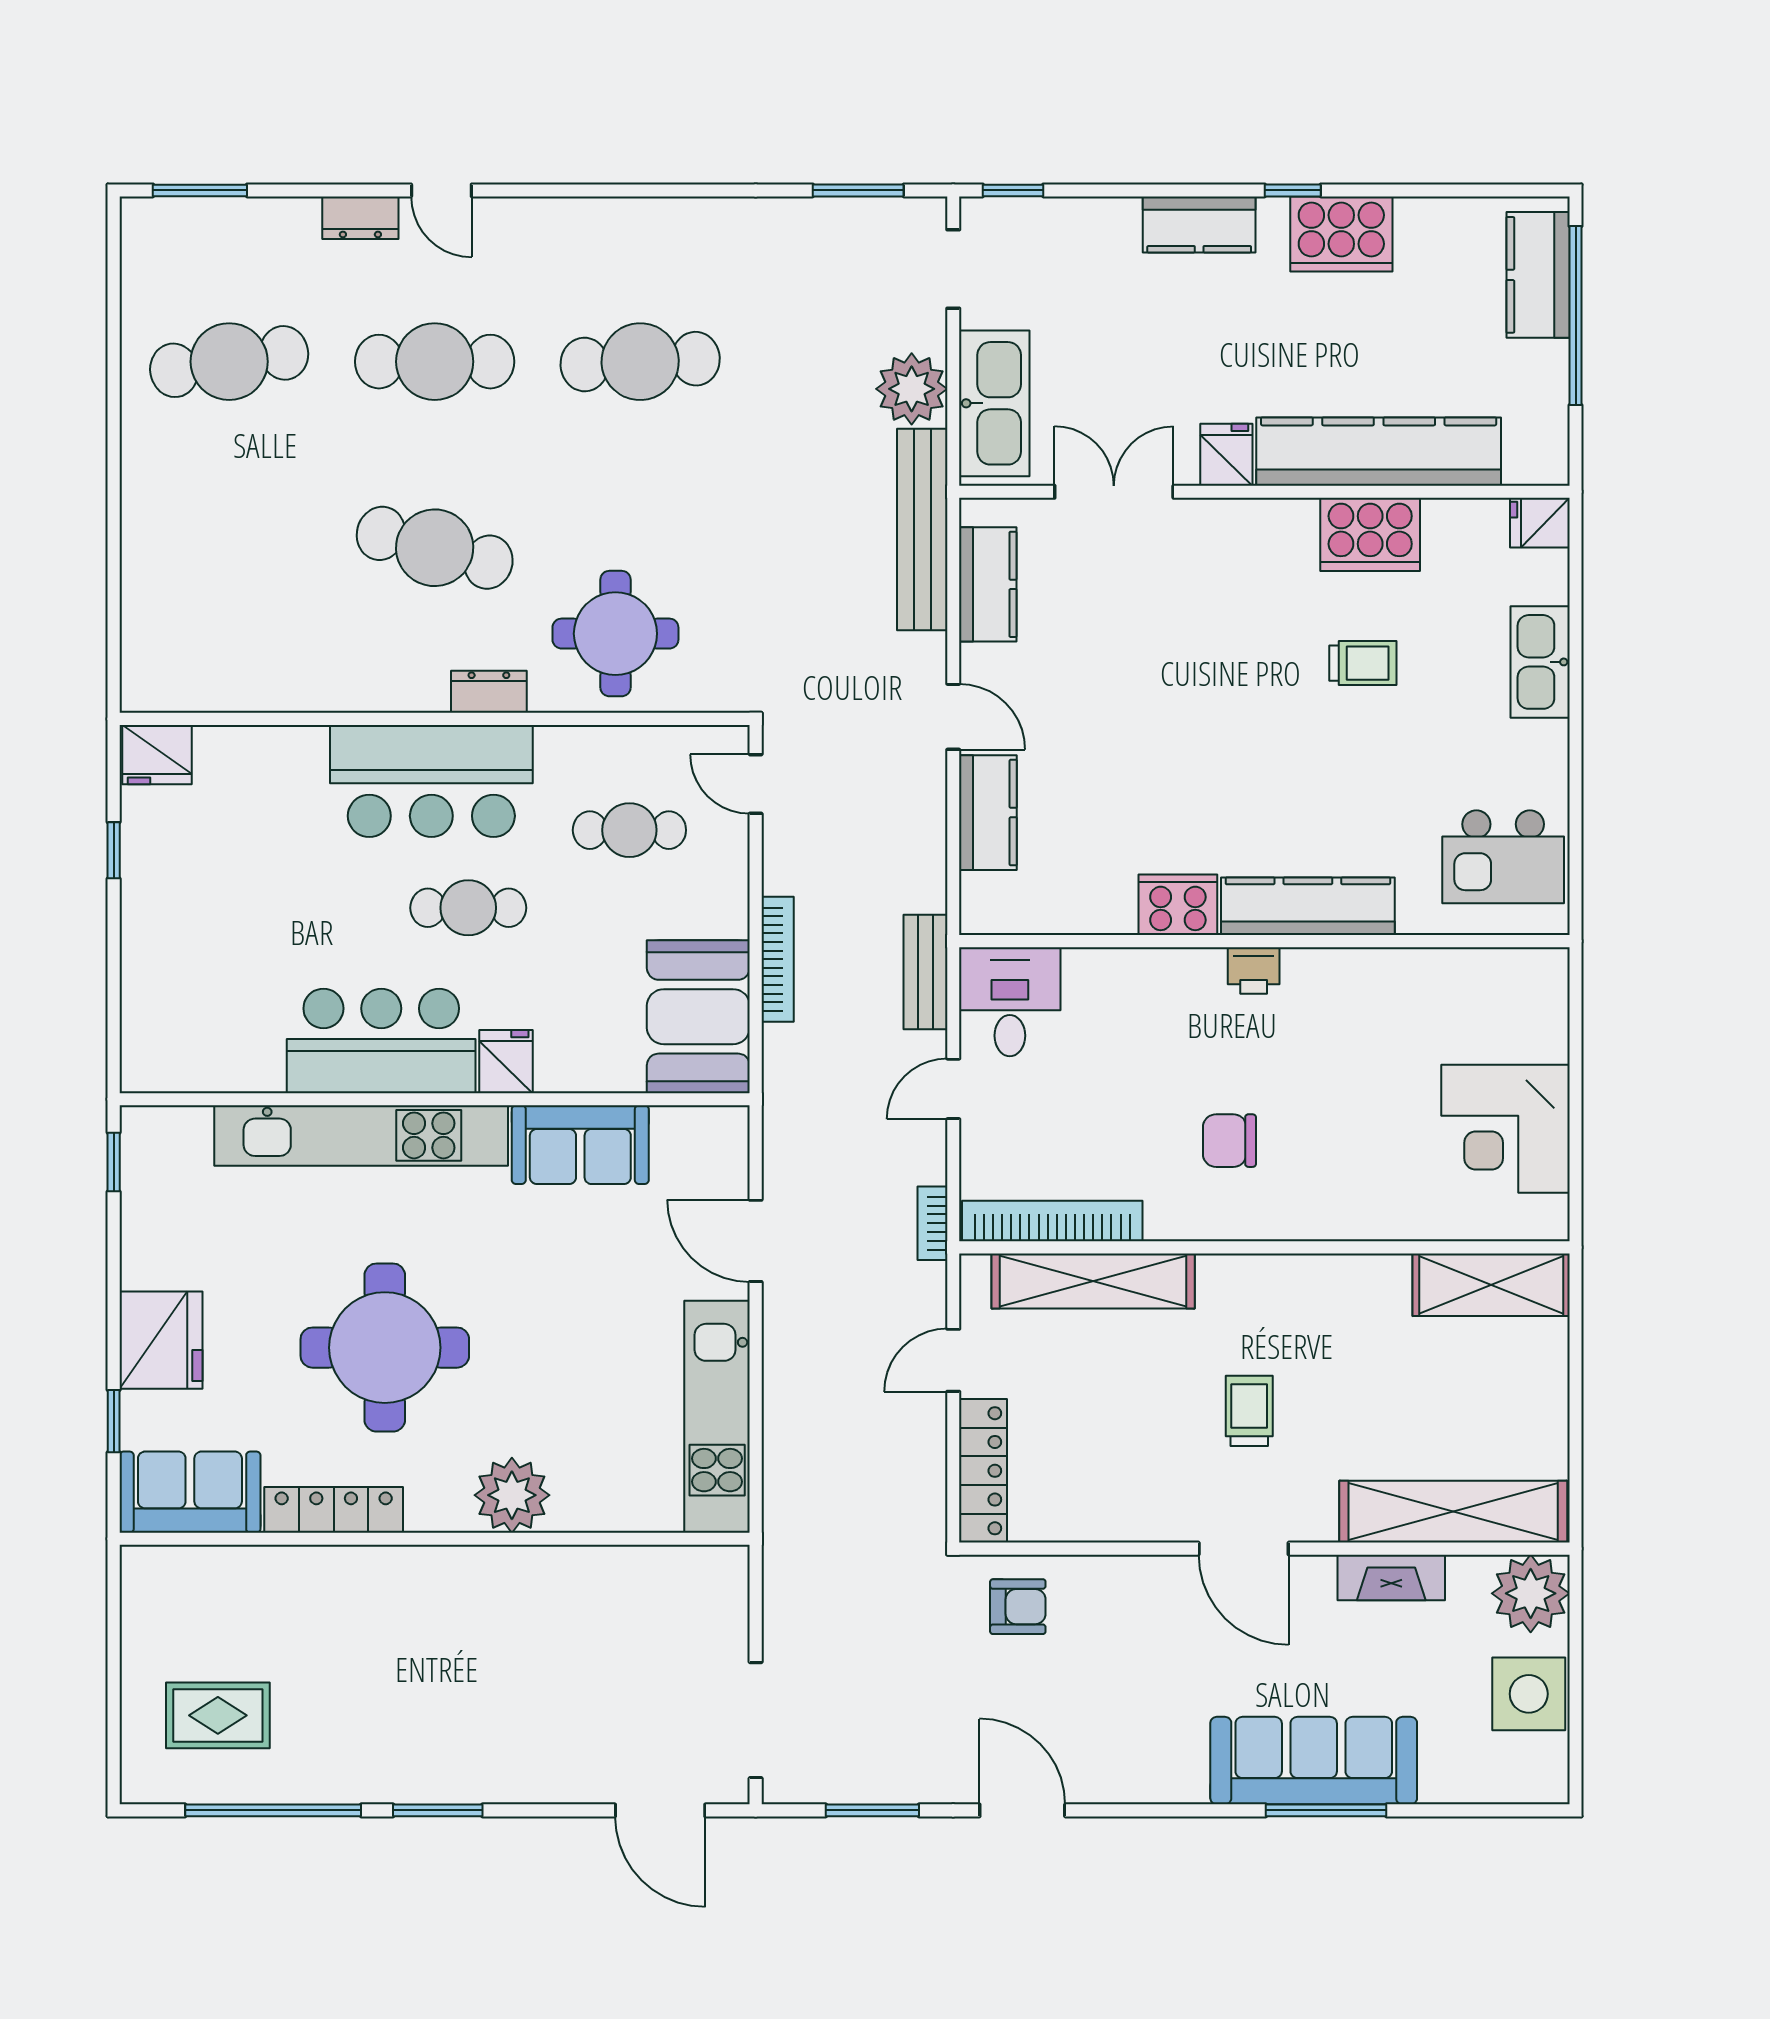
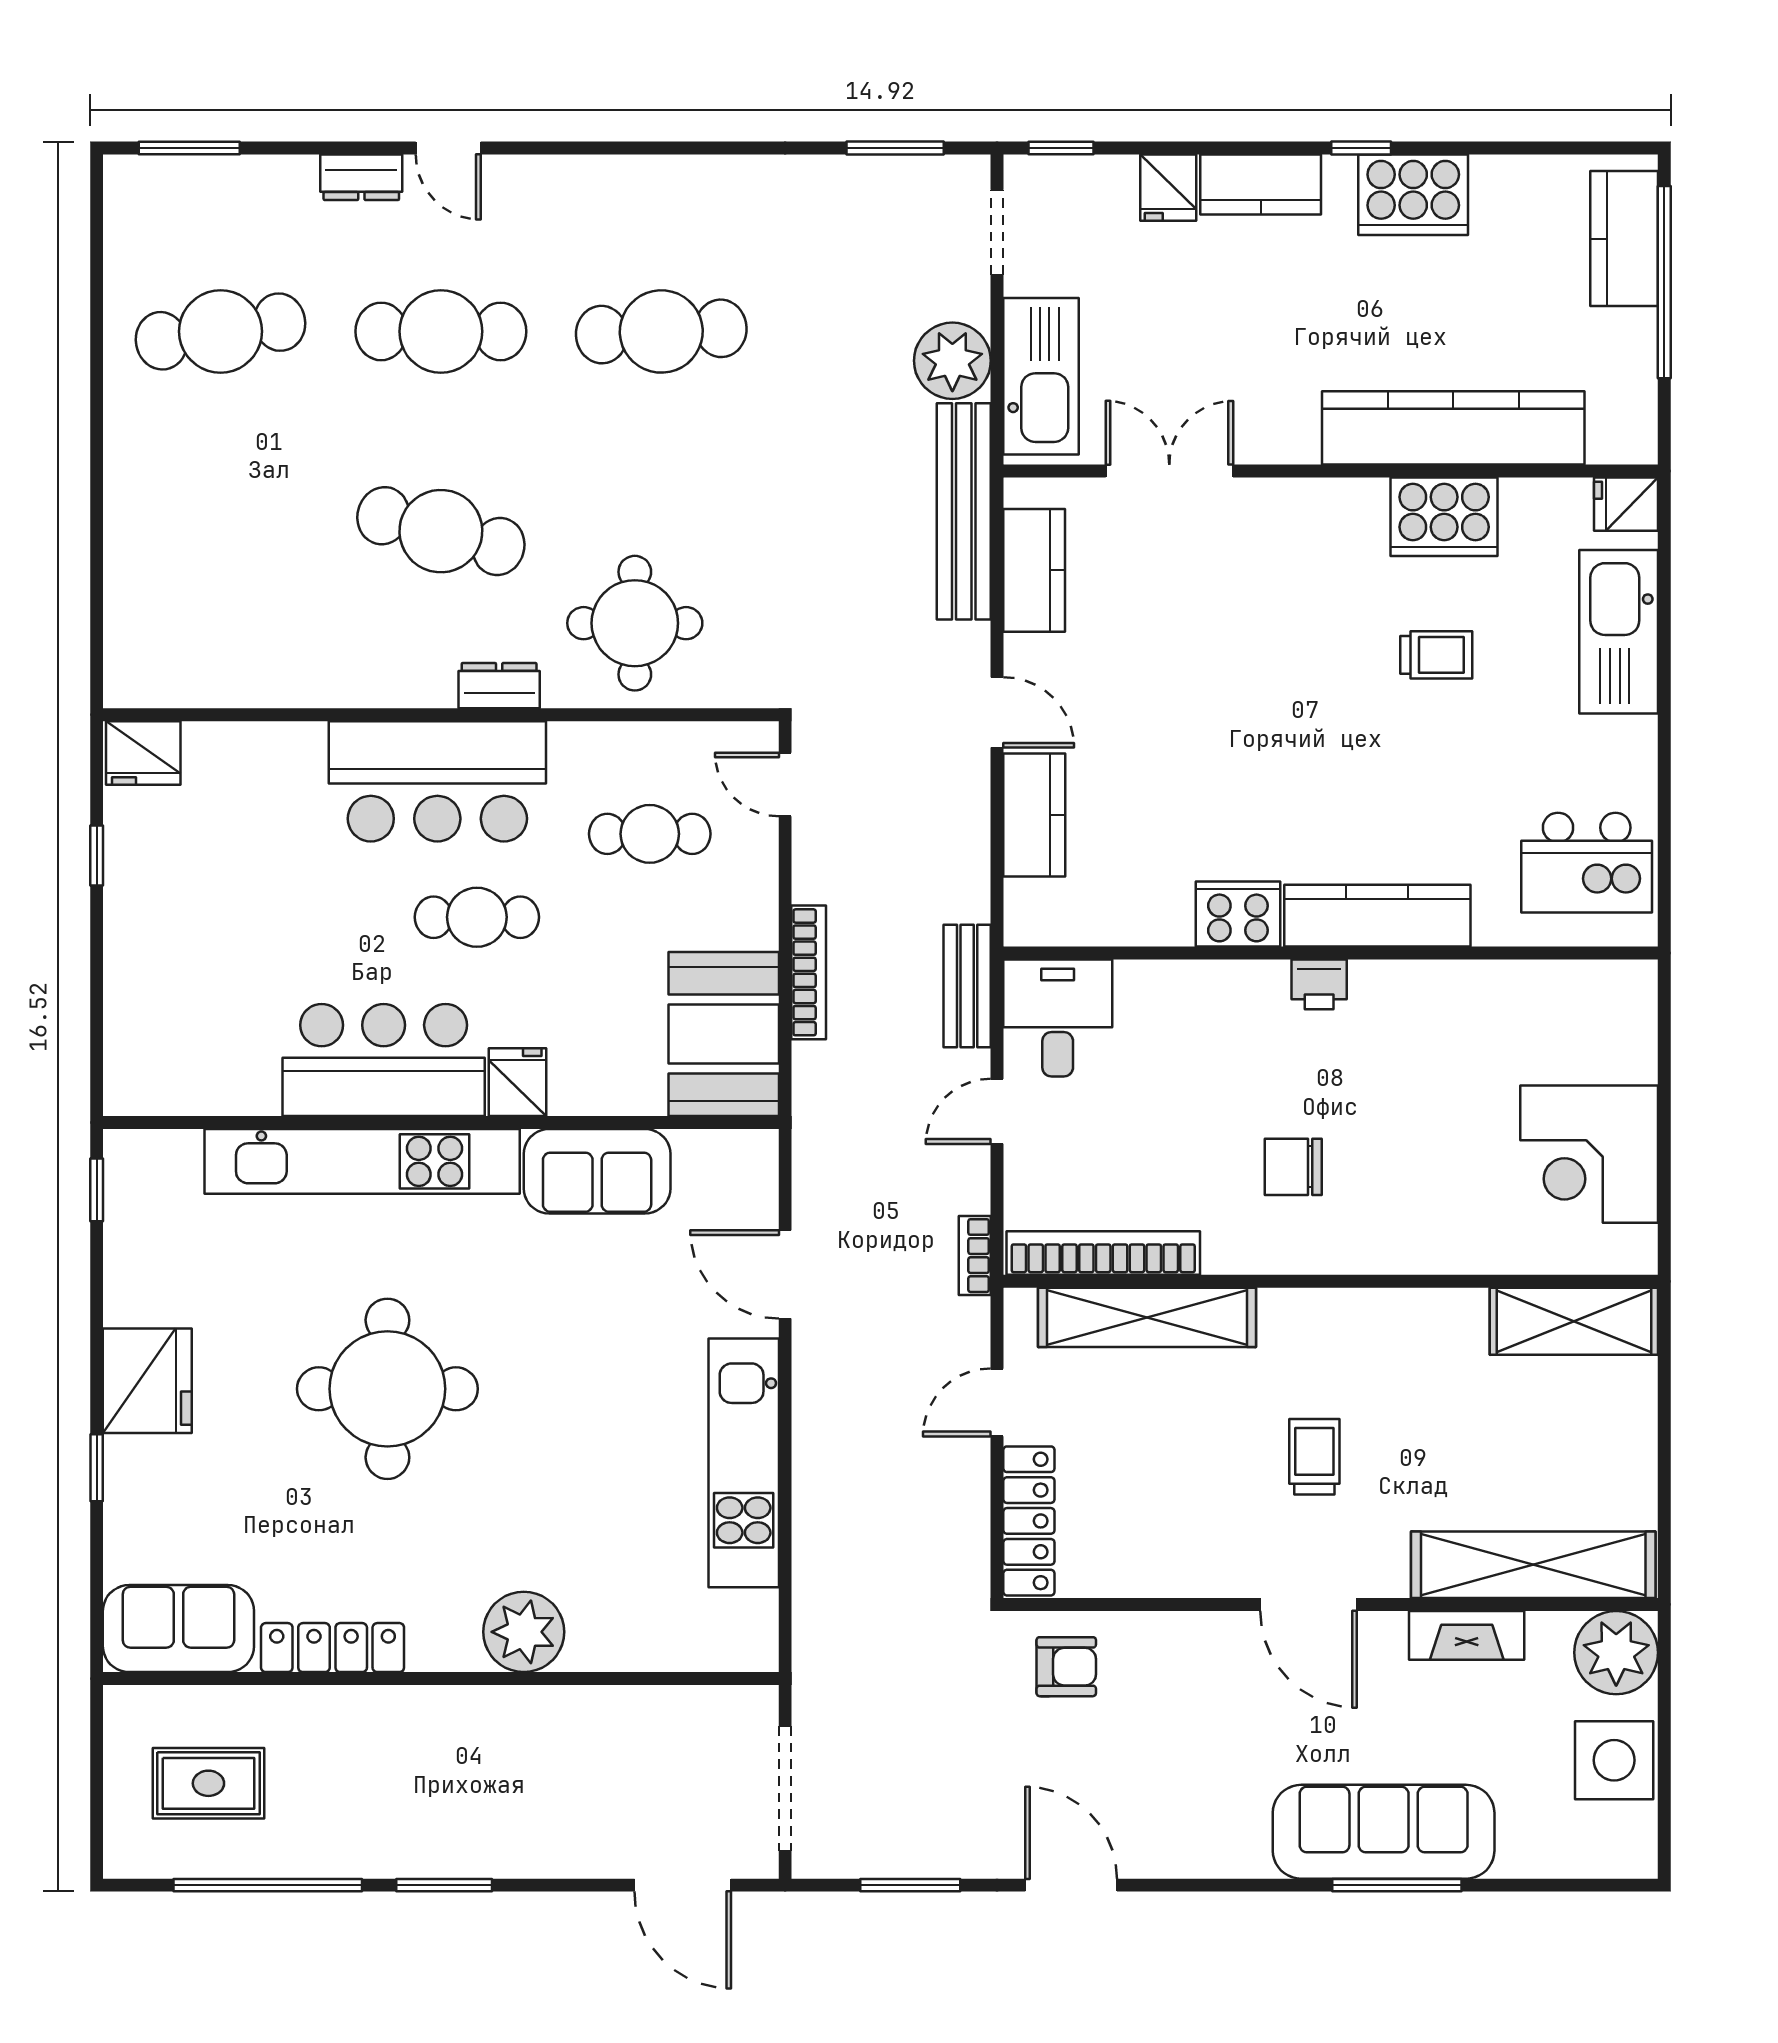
fridge: (1226, 455) -> (1168, 188), moved, turned 180
kitchen sink: (1540, 662) -> (1619, 632), width x1.36, depth x1.24
sofa: (190, 1492) -> (178, 1629), moved
plant: (512, 1495) -> (524, 1632), moved
locker: (334, 1510) -> (333, 1648), moved
wall: (435, 1539) -> (441, 1679), moved

